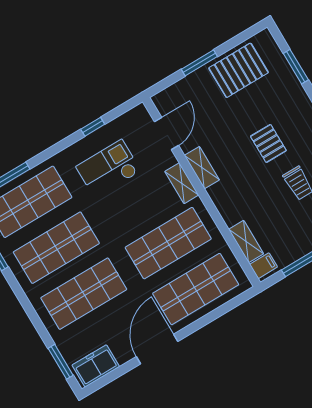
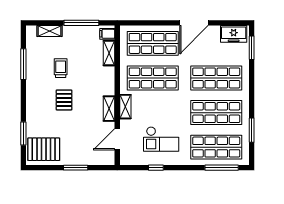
pallet: (239, 70) -> (44, 149), moved

